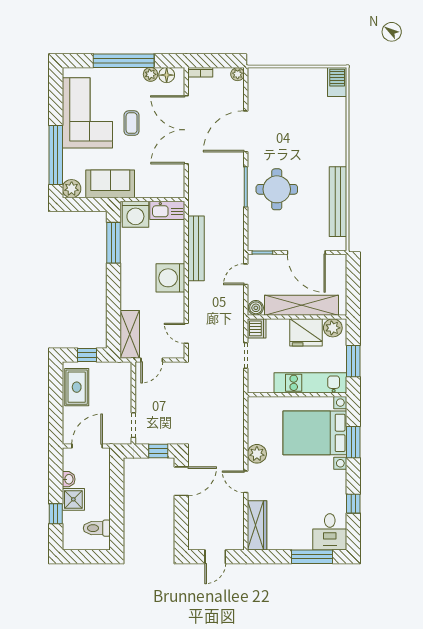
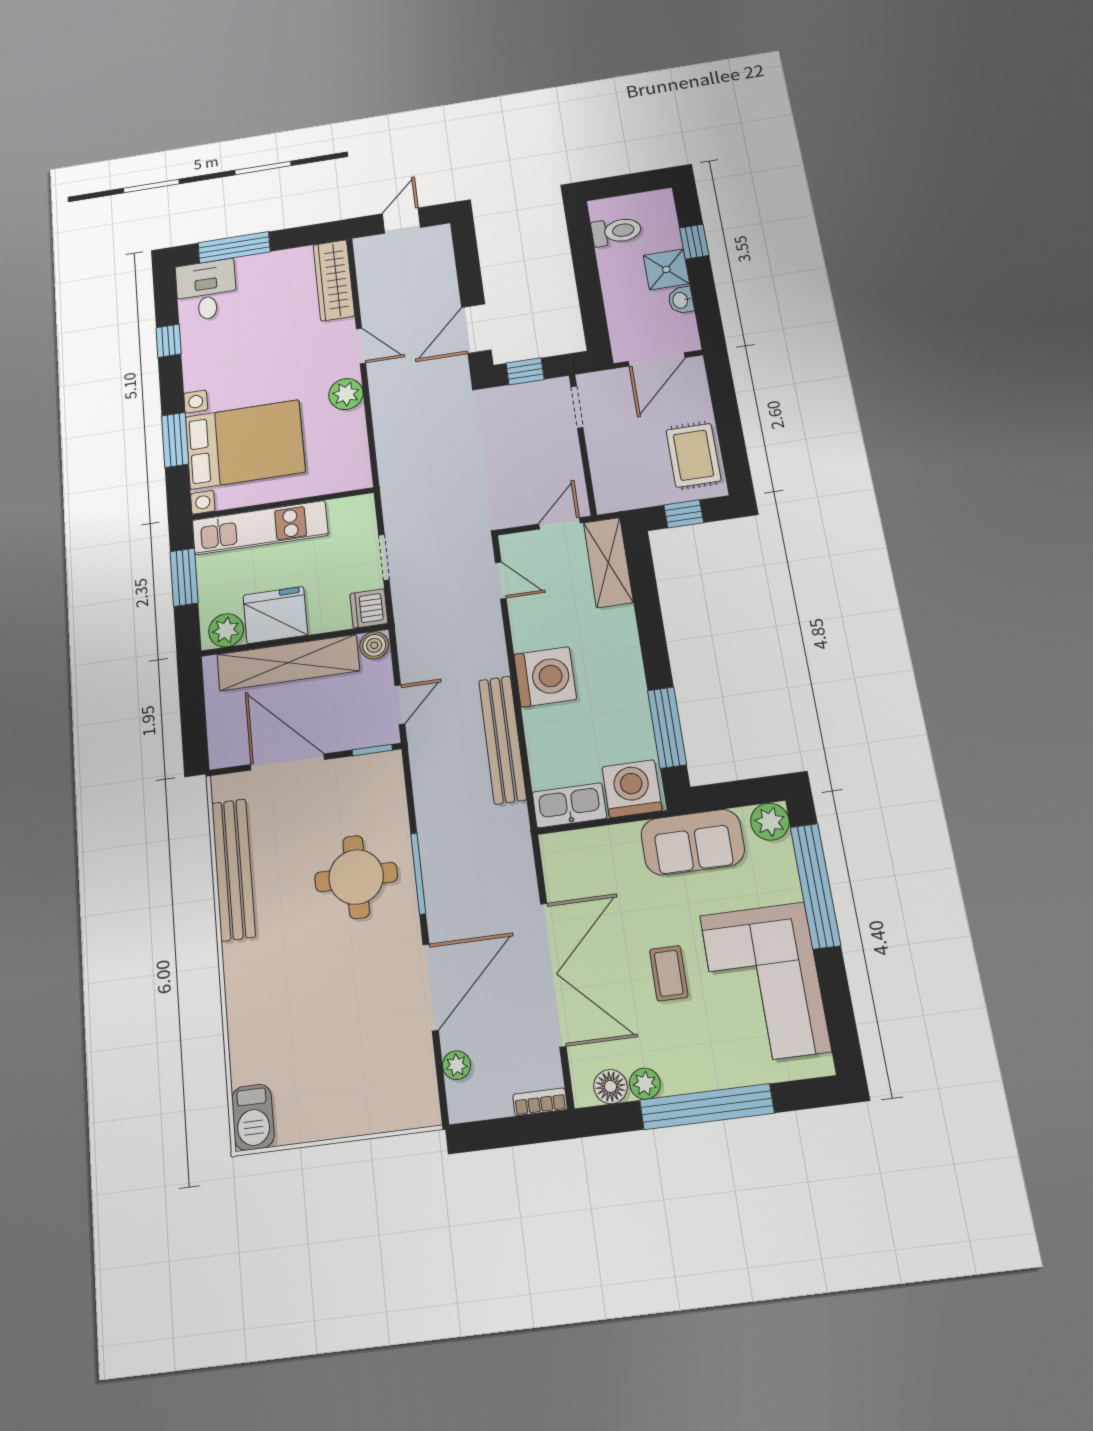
plant: (238, 74) -> (457, 1065), moved

